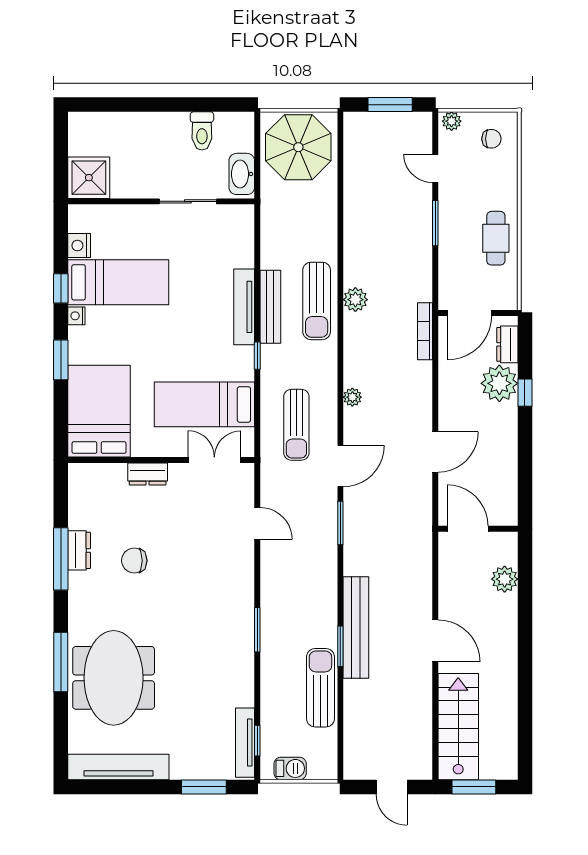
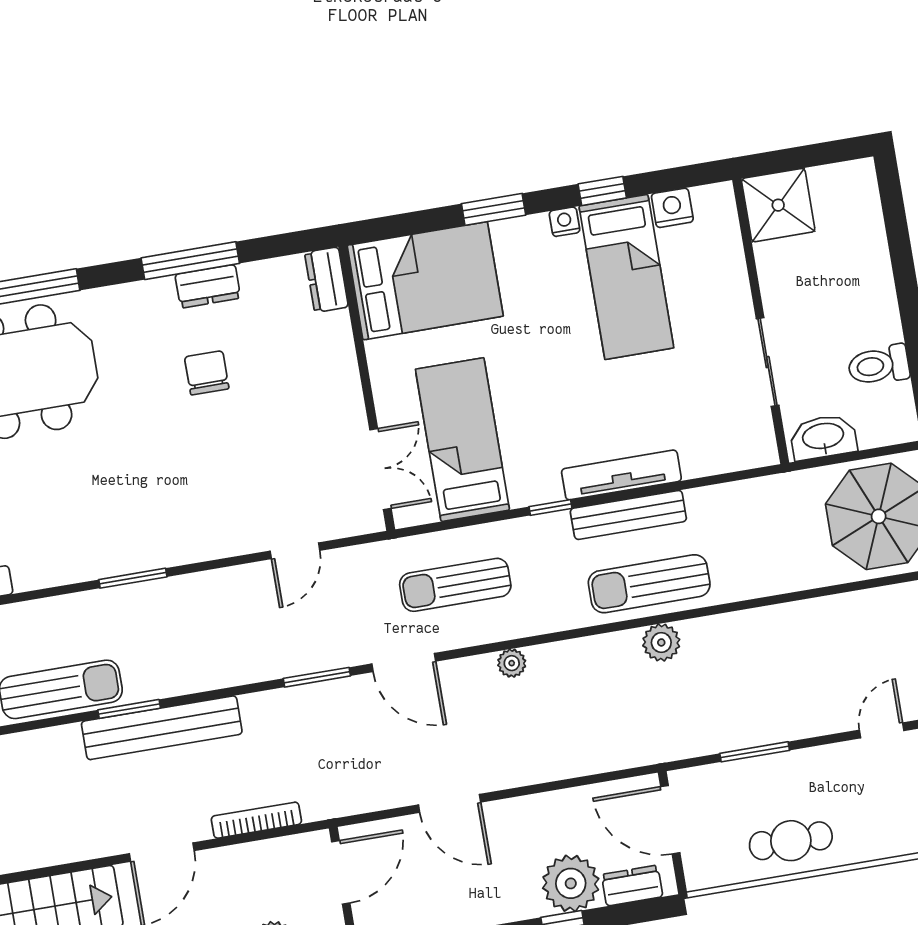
window: (435, 223) -> (755, 752), moved
bookcase: (425, 331) -> (256, 820), moved
dresser: (148, 474) -> (326, 280), moved

